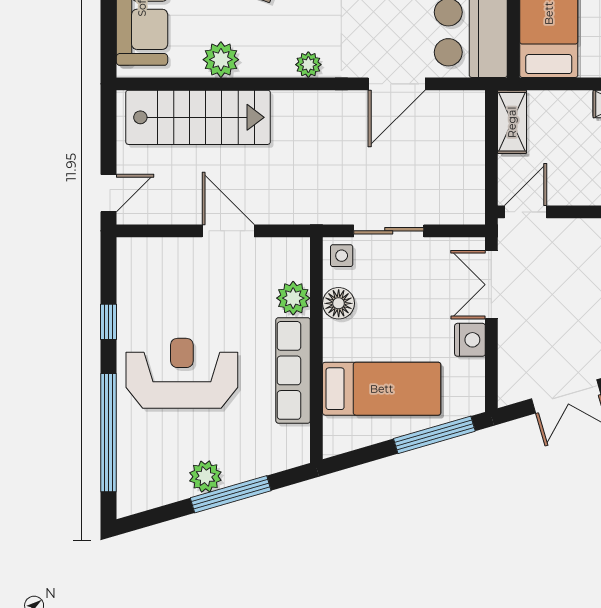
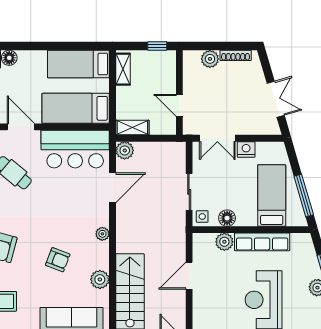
door: (397, 84) -> (113, 188), hinge flipped
plant: (468, 107) -> (125, 150), added
door: (525, 212) -> (179, 105), moved
window: (434, 435) -> (304, 195), moved

